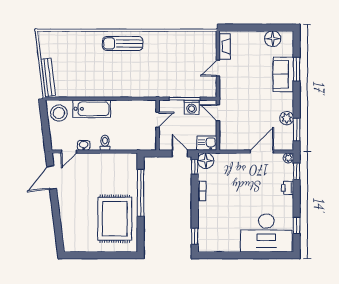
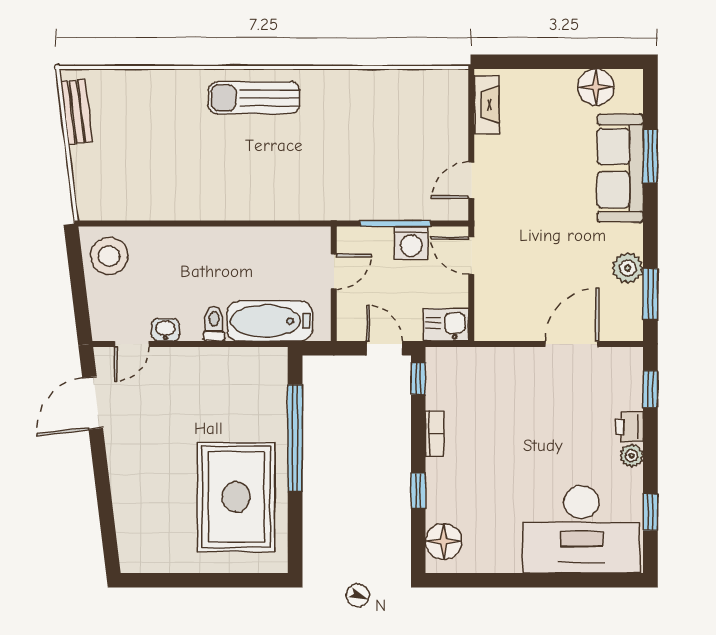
door: (218, 68) -> (471, 180), moved
sofa: (283, 74) -> (620, 168), width x1.36
bench: (48, 77) -> (76, 112), moved, width x0.73
bathtub: (92, 109) -> (270, 321), moved, turned 180
plant: (288, 158) -> (632, 456), moved
floor lamp: (206, 161) -> (444, 541), moved
window: (195, 236) -> (418, 491), moved

